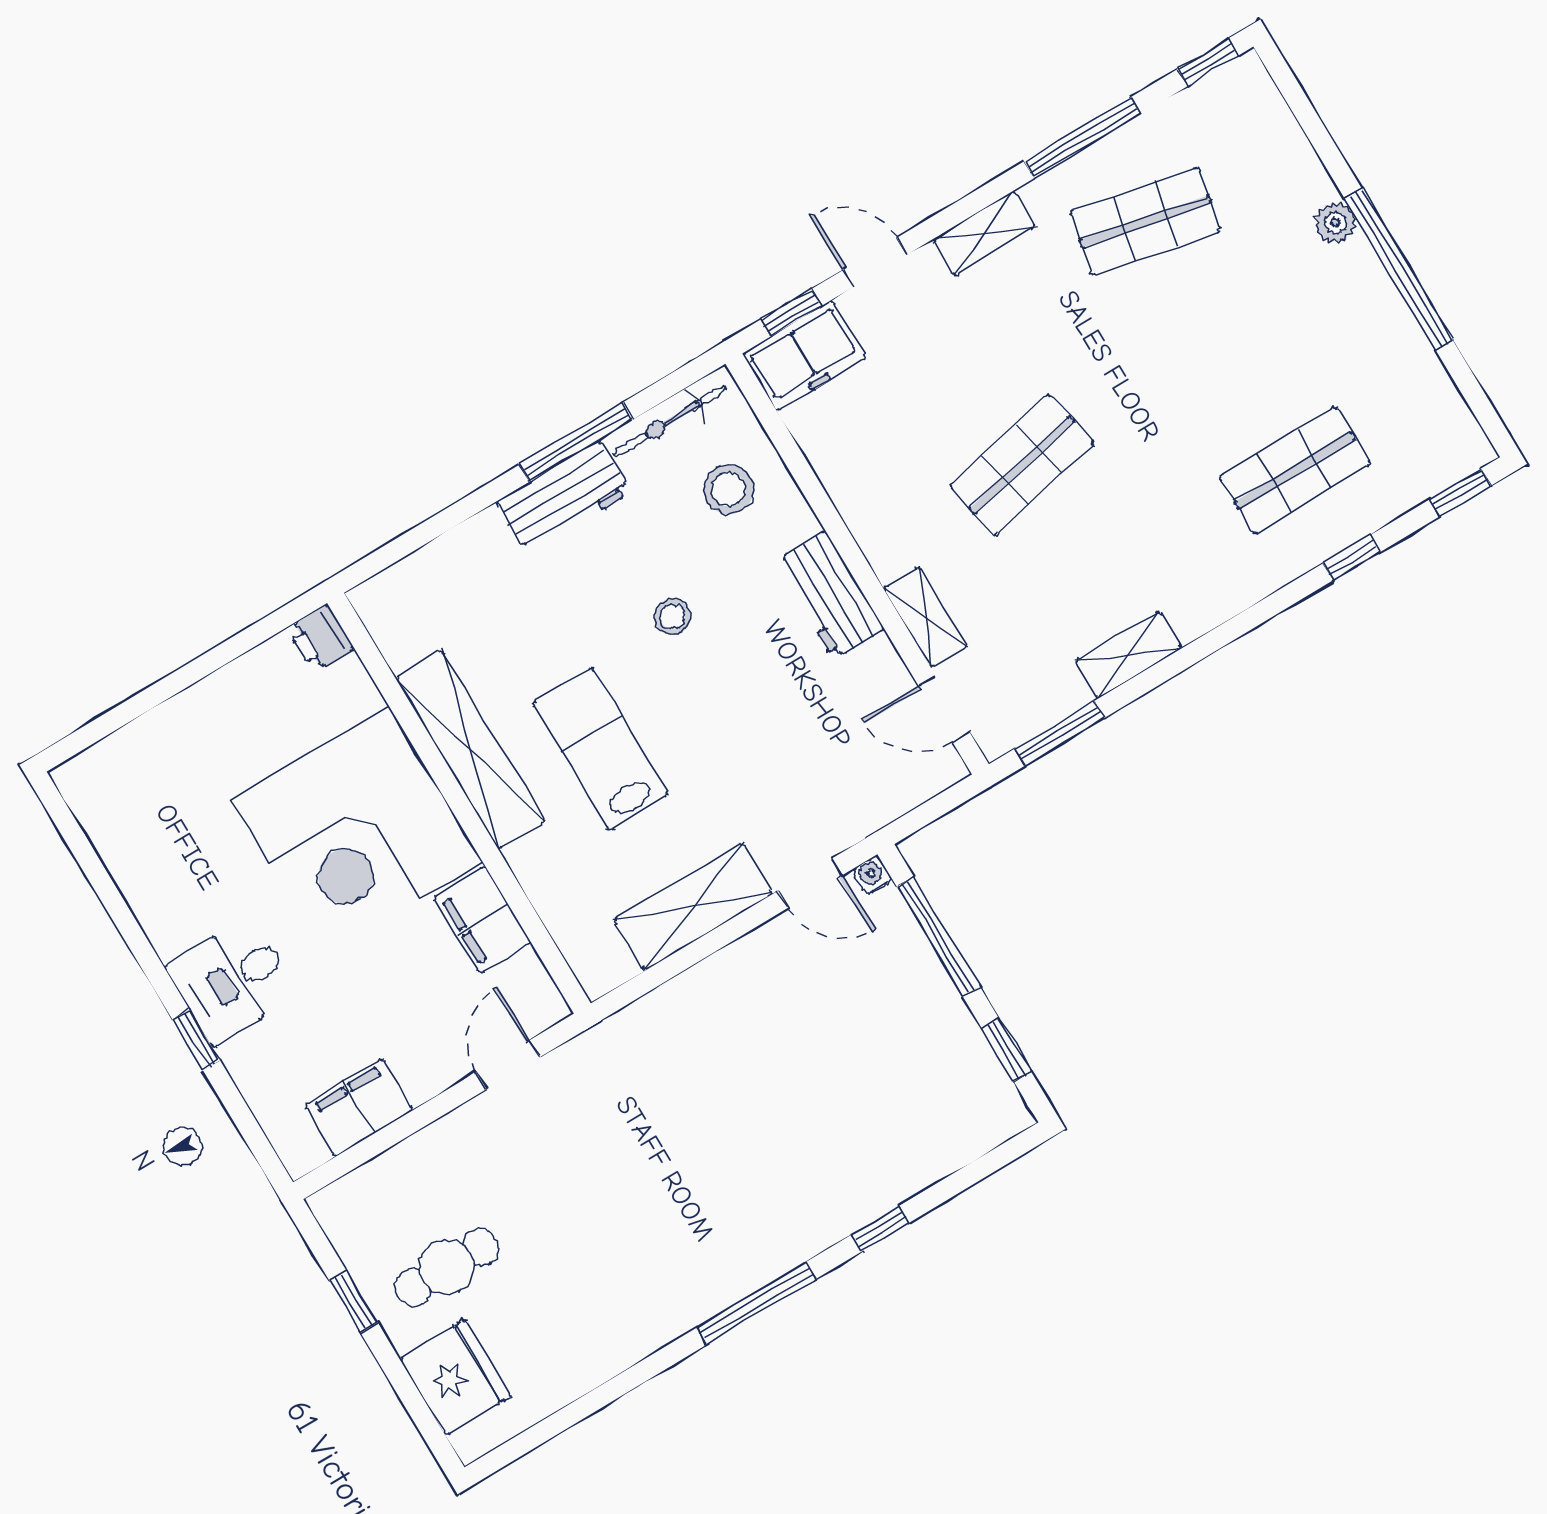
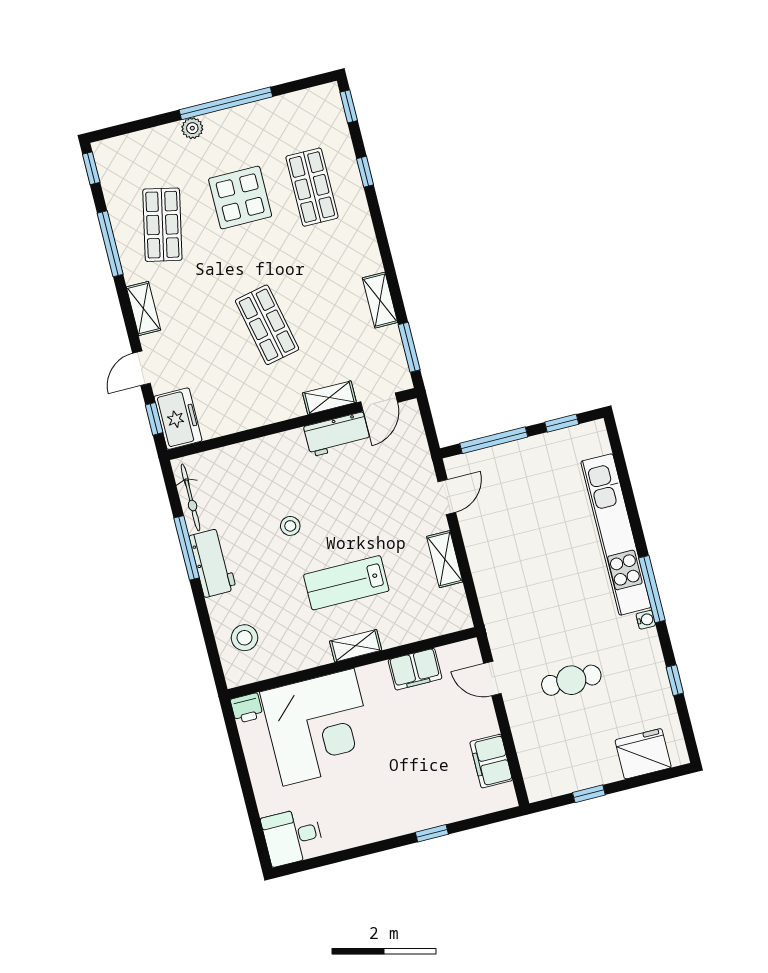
display table: (1237, 347) -> (240, 198), added
stool: (729, 490) -> (245, 638), moved
workbench: (830, 595) -> (337, 434), moved
shelving: (470, 750) -> (356, 646), width x0.45, depth x0.75
corner desk: (357, 831) -> (318, 727), moved
water cooler: (872, 875) -> (646, 620), moved, turned 180
shelving: (693, 907) -> (445, 559), width x0.67, depth x0.75
desk: (232, 981) -> (293, 837), moved, turned 90
kitchen unit: (835, 1208) -> (616, 534), added
window: (880, 1229) -> (675, 680), moved
cafe table: (446, 1267) -> (571, 680), moved, turned 90

